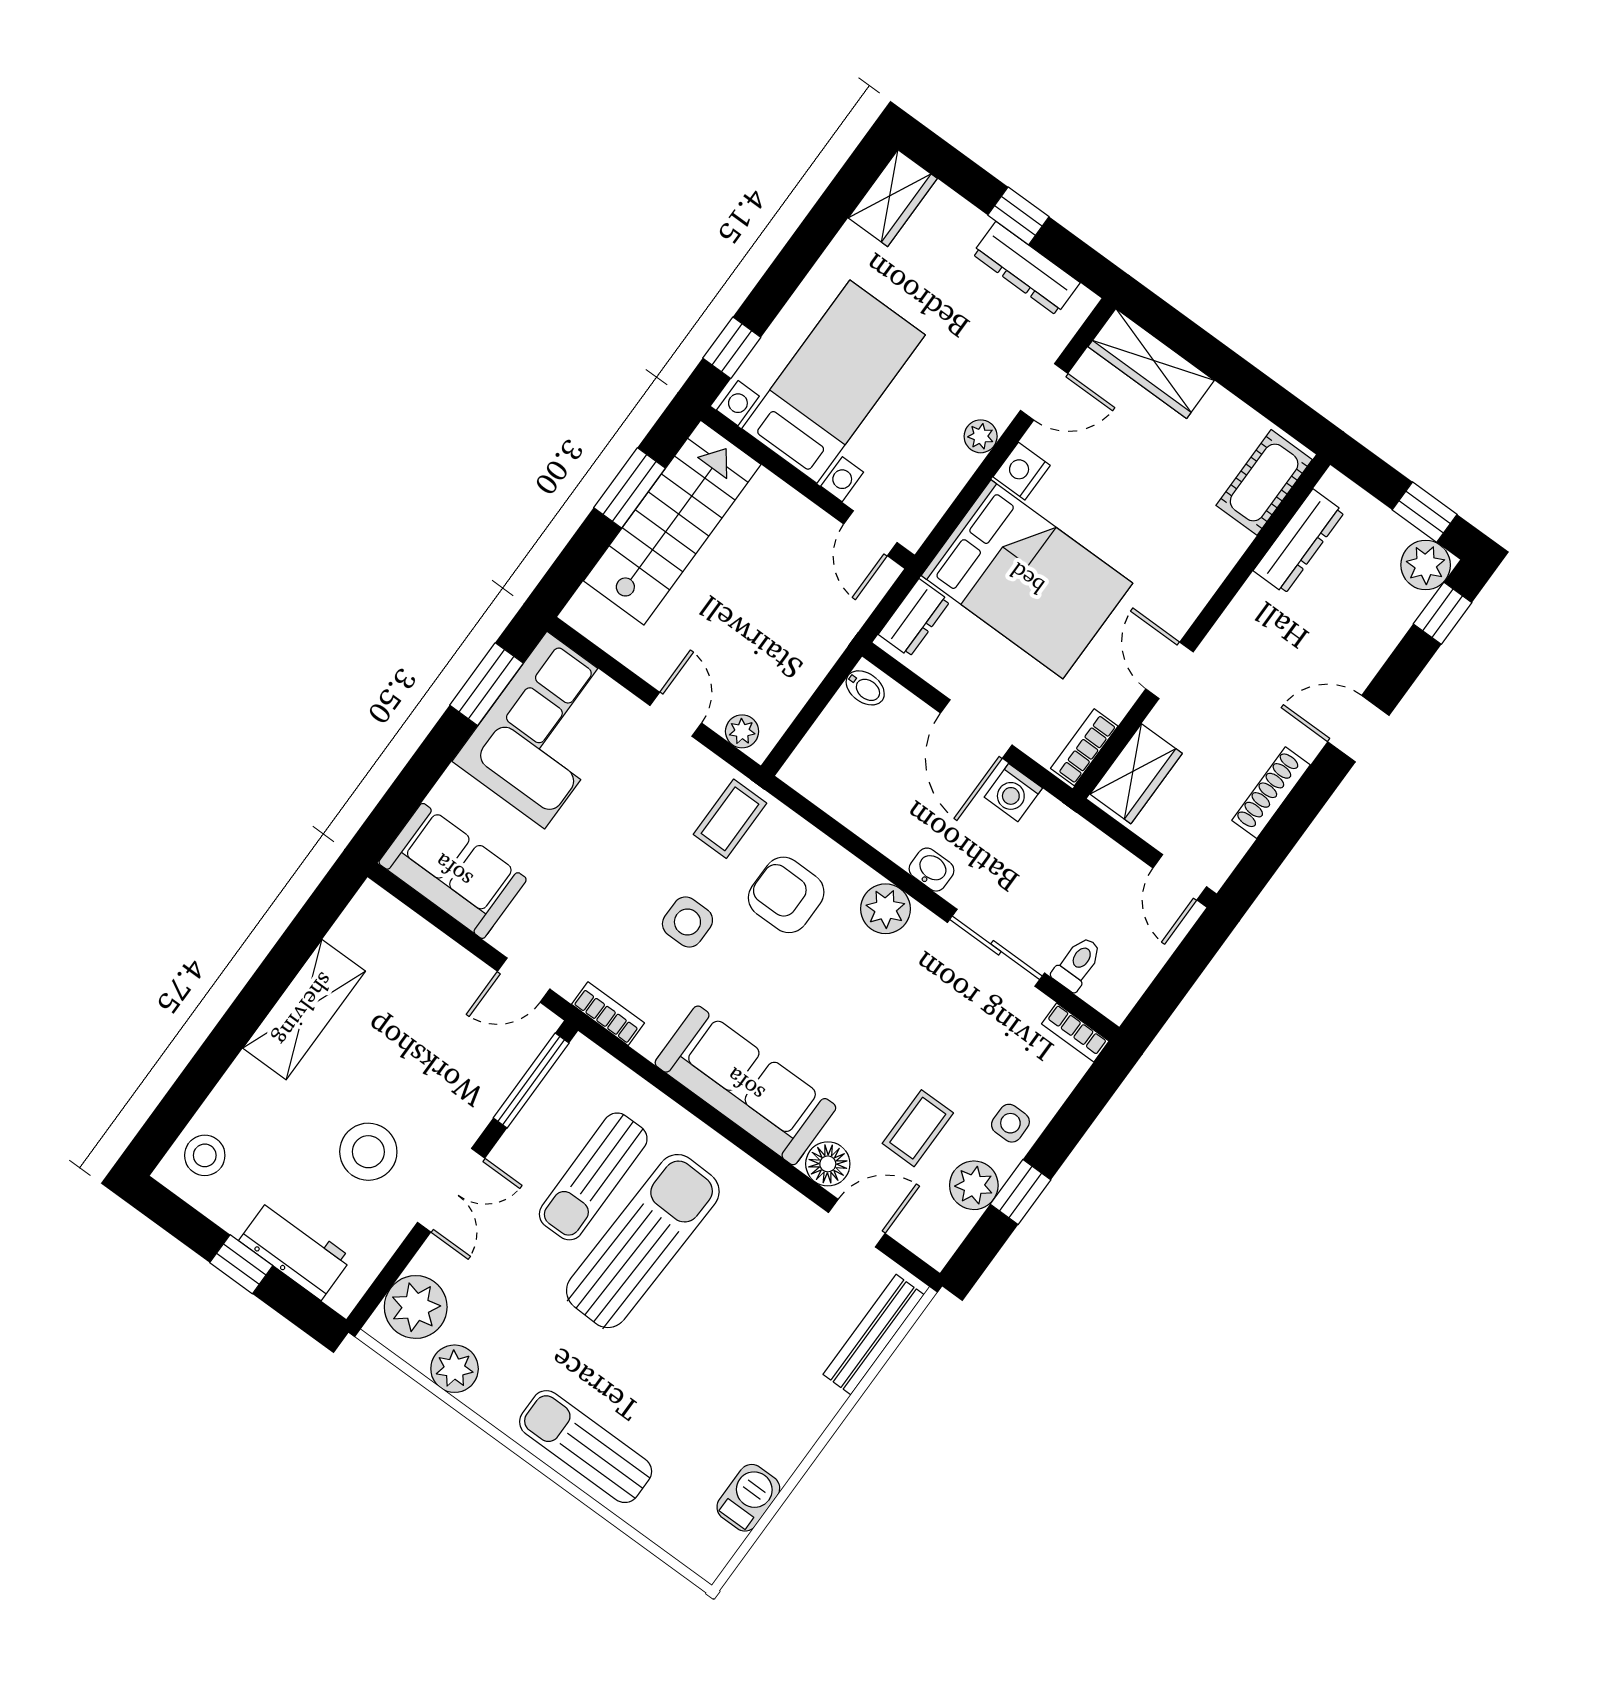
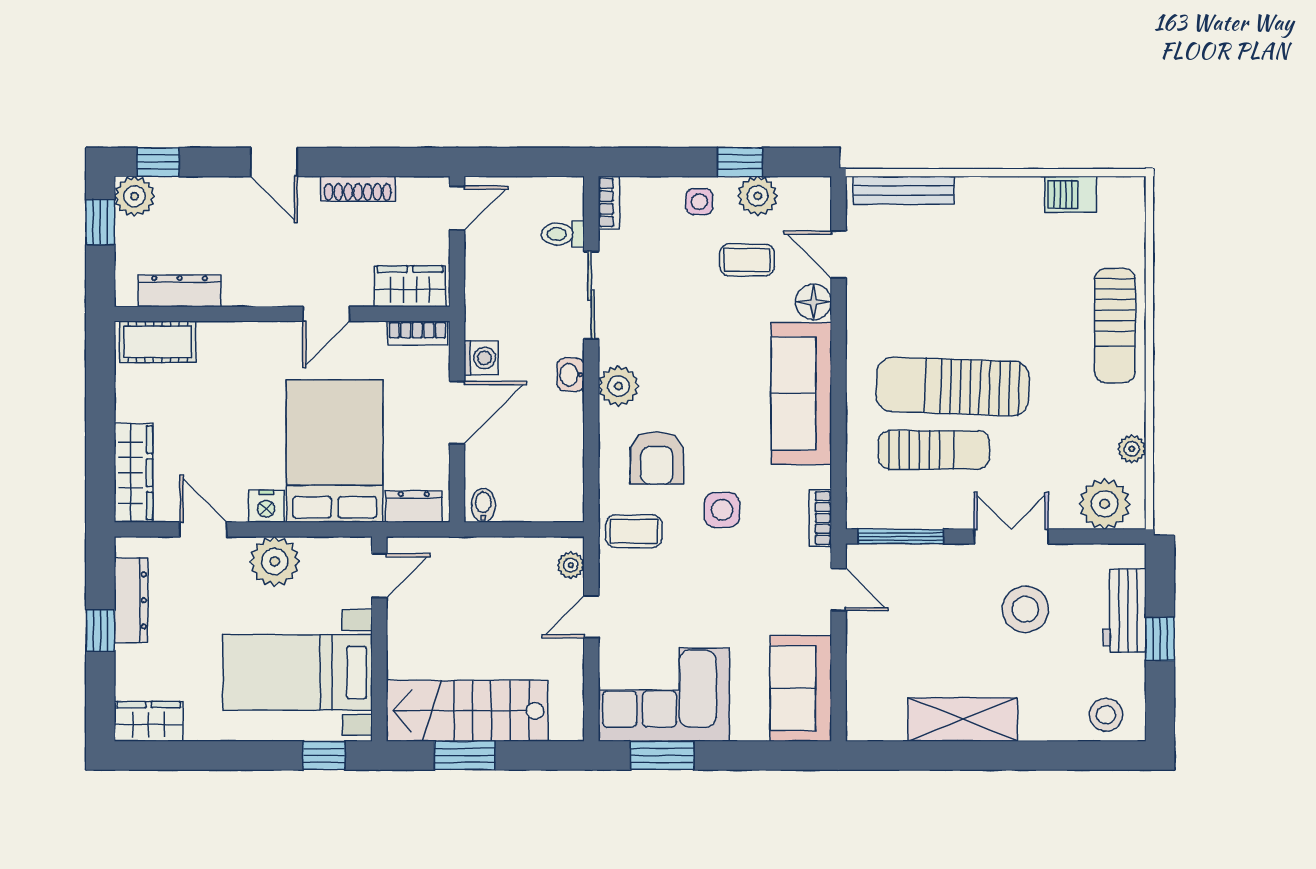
plant: (981, 436) -> (275, 561), width x1.87, depth x1.87
plant: (455, 1369) -> (1132, 449), width x0.73, depth x0.73

